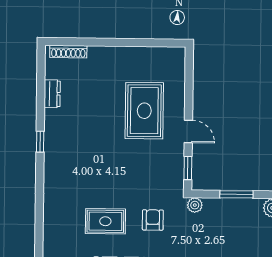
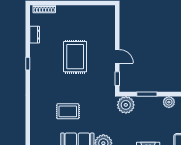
rug: (144, 111) -> (75, 57), moved
plant: (195, 205) -> (126, 105), width x1.88, depth x1.88
armchair: (153, 220) -> (97, 110), removed

